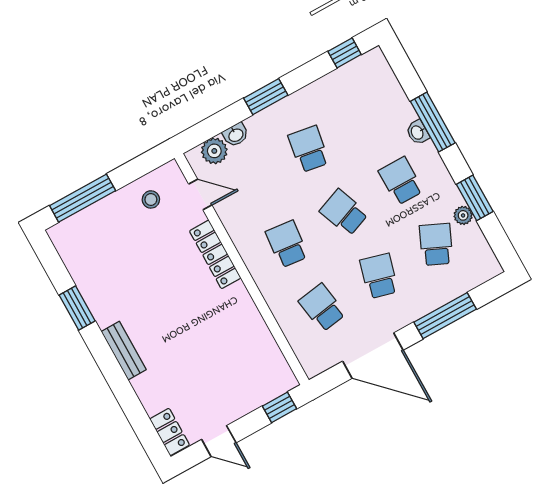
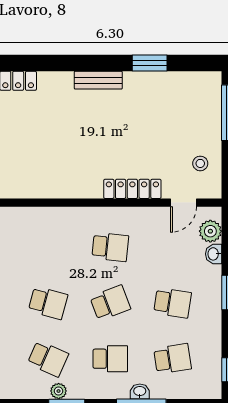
school desk: (322, 308) -> (172, 359), moved

